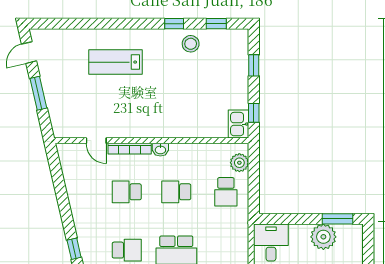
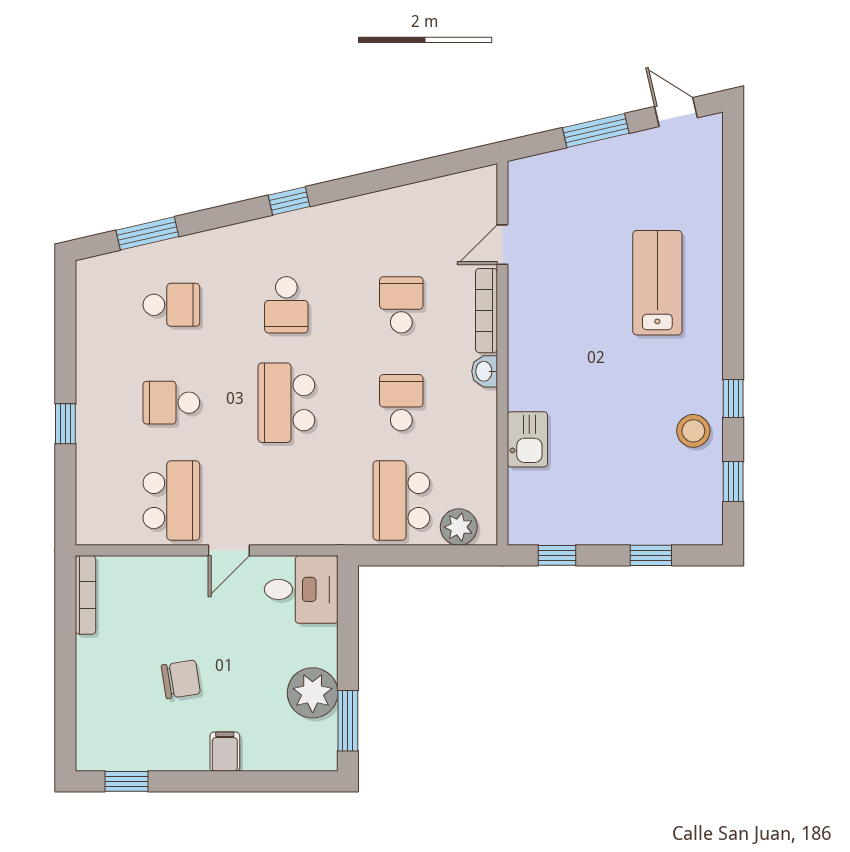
kitchen sink: (238, 124) -> (527, 439), moved, turned 90
school desk: (226, 192) -> (401, 501), width x1.85

